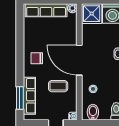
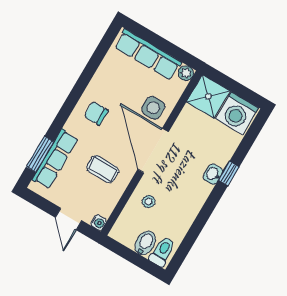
side table: (66, 37) -> (153, 108), added
bidet: (93, 112) -> (145, 243), moved

